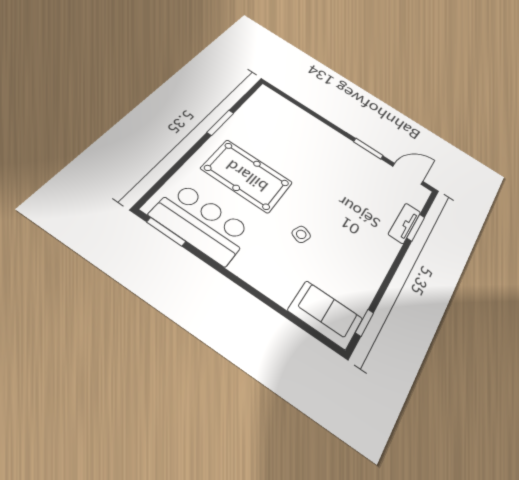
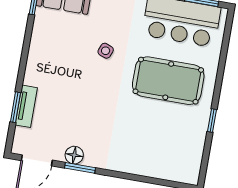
window: (220, 123) -> (212, 120), width x0.67
floor lamp: (370, 161) -> (74, 155), added

